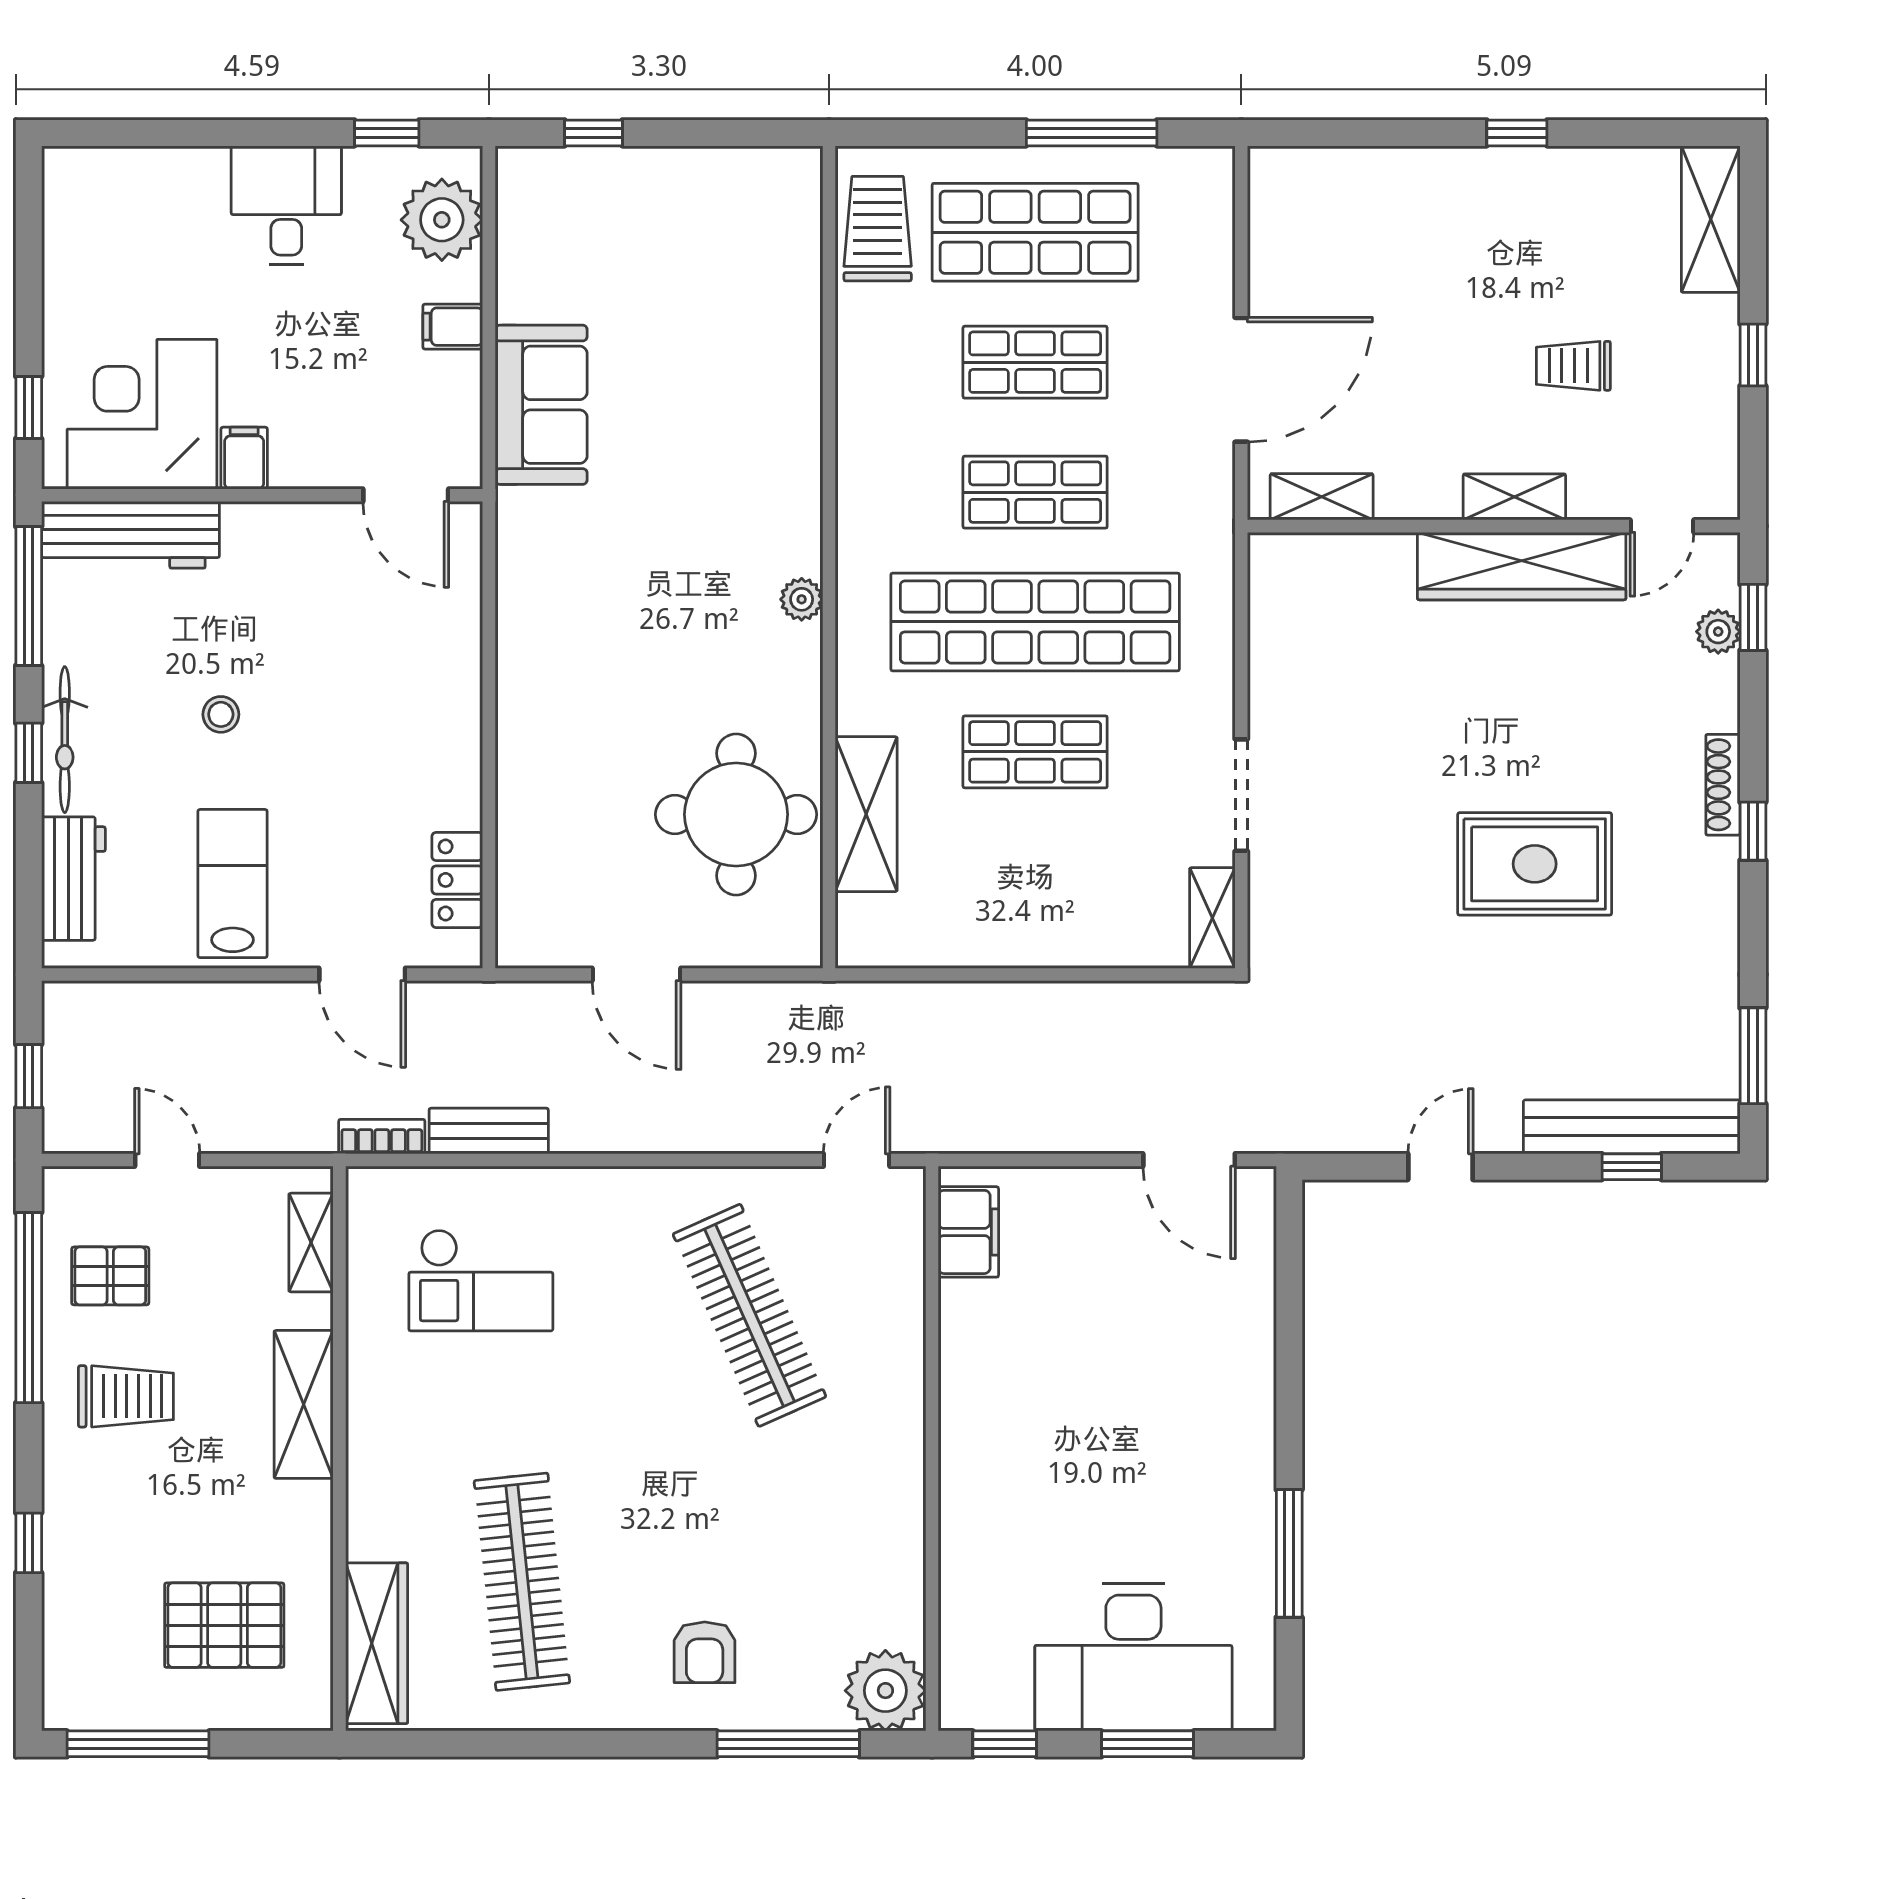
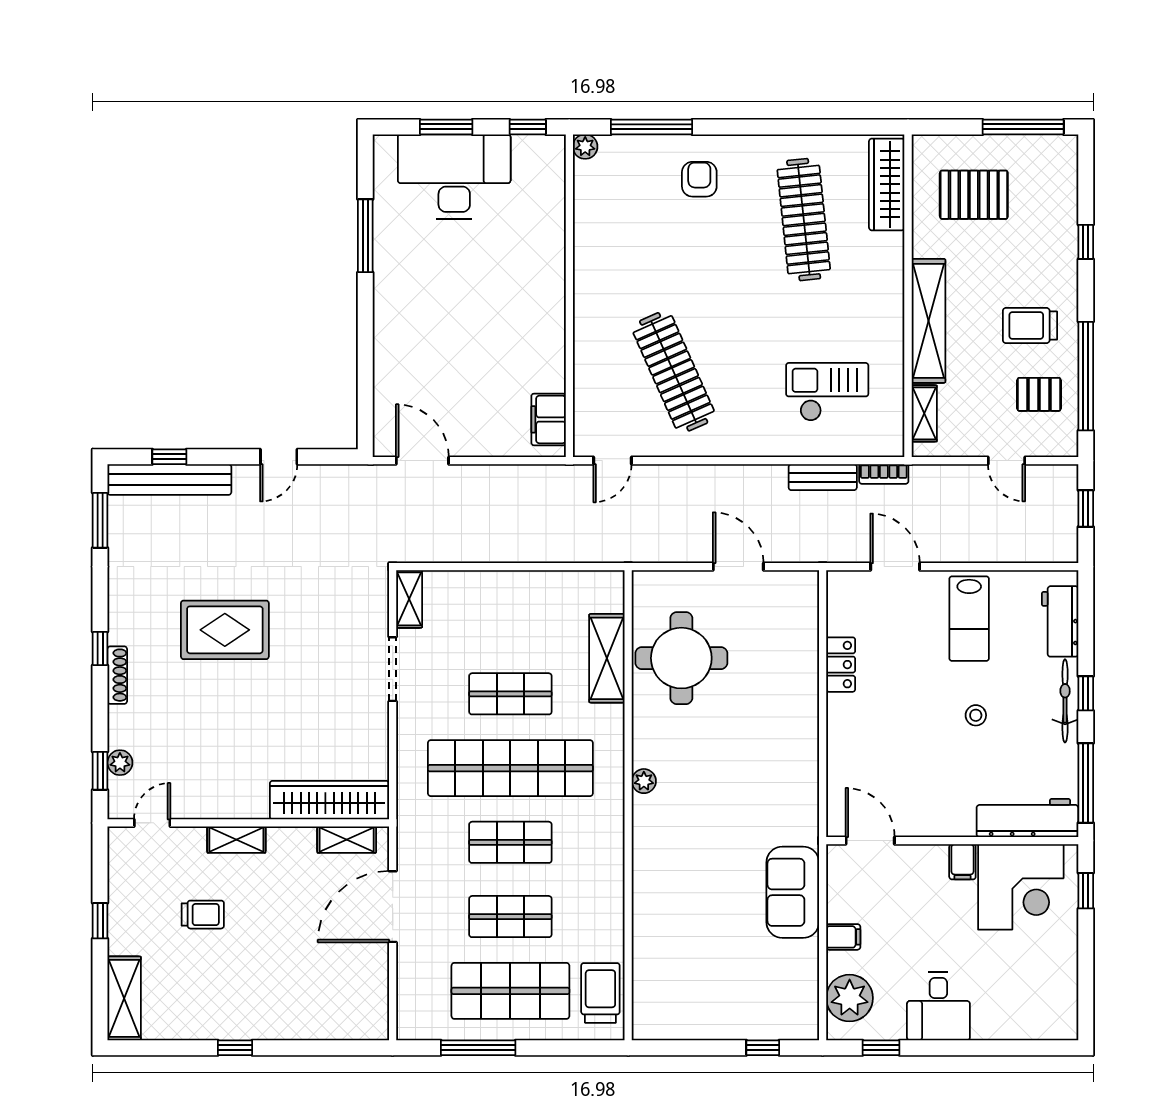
trolley: (878, 229) -> (600, 993), turned 180
wardrobe: (1522, 566) -> (329, 800), moved
locker: (457, 880) -> (841, 665), moved
shelving: (304, 1404) -> (928, 321), width x1.47
plant: (885, 1691) -> (585, 147), width x0.53, depth x0.53

